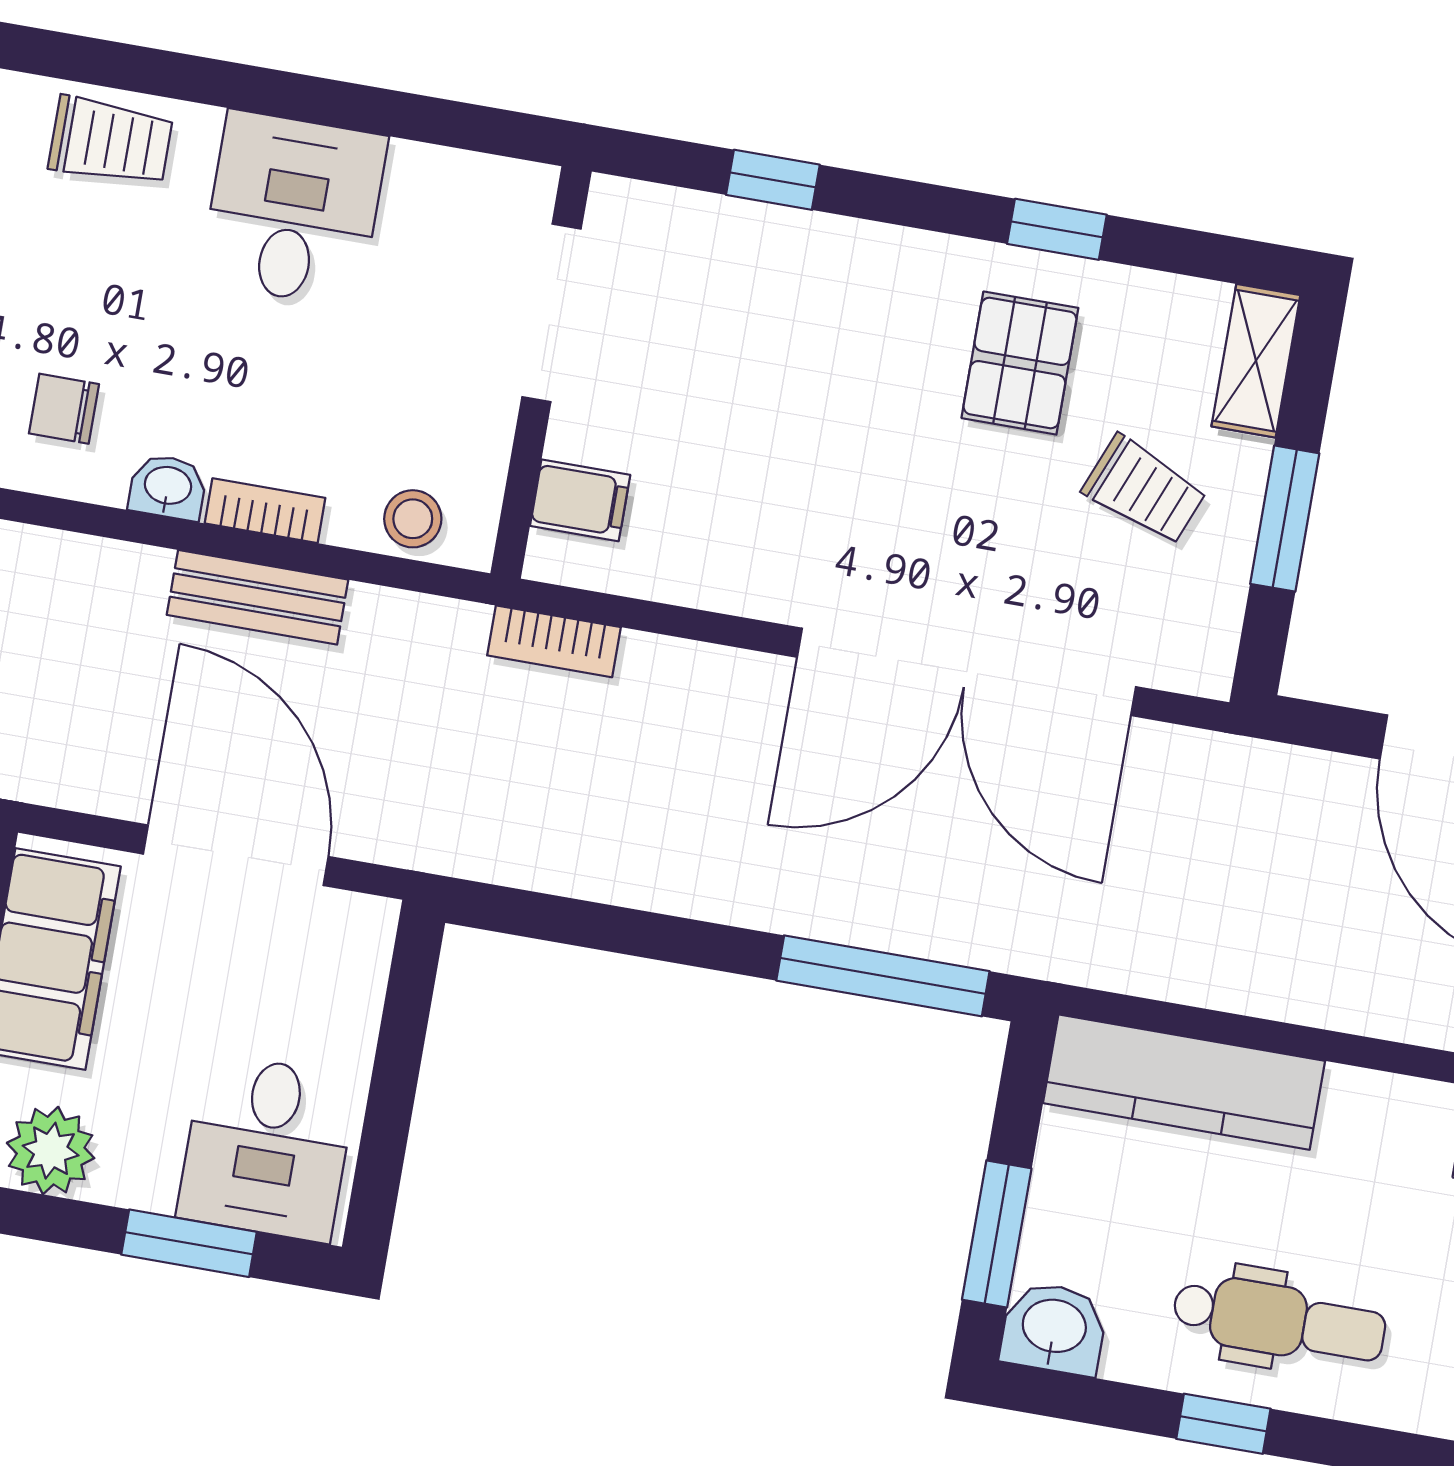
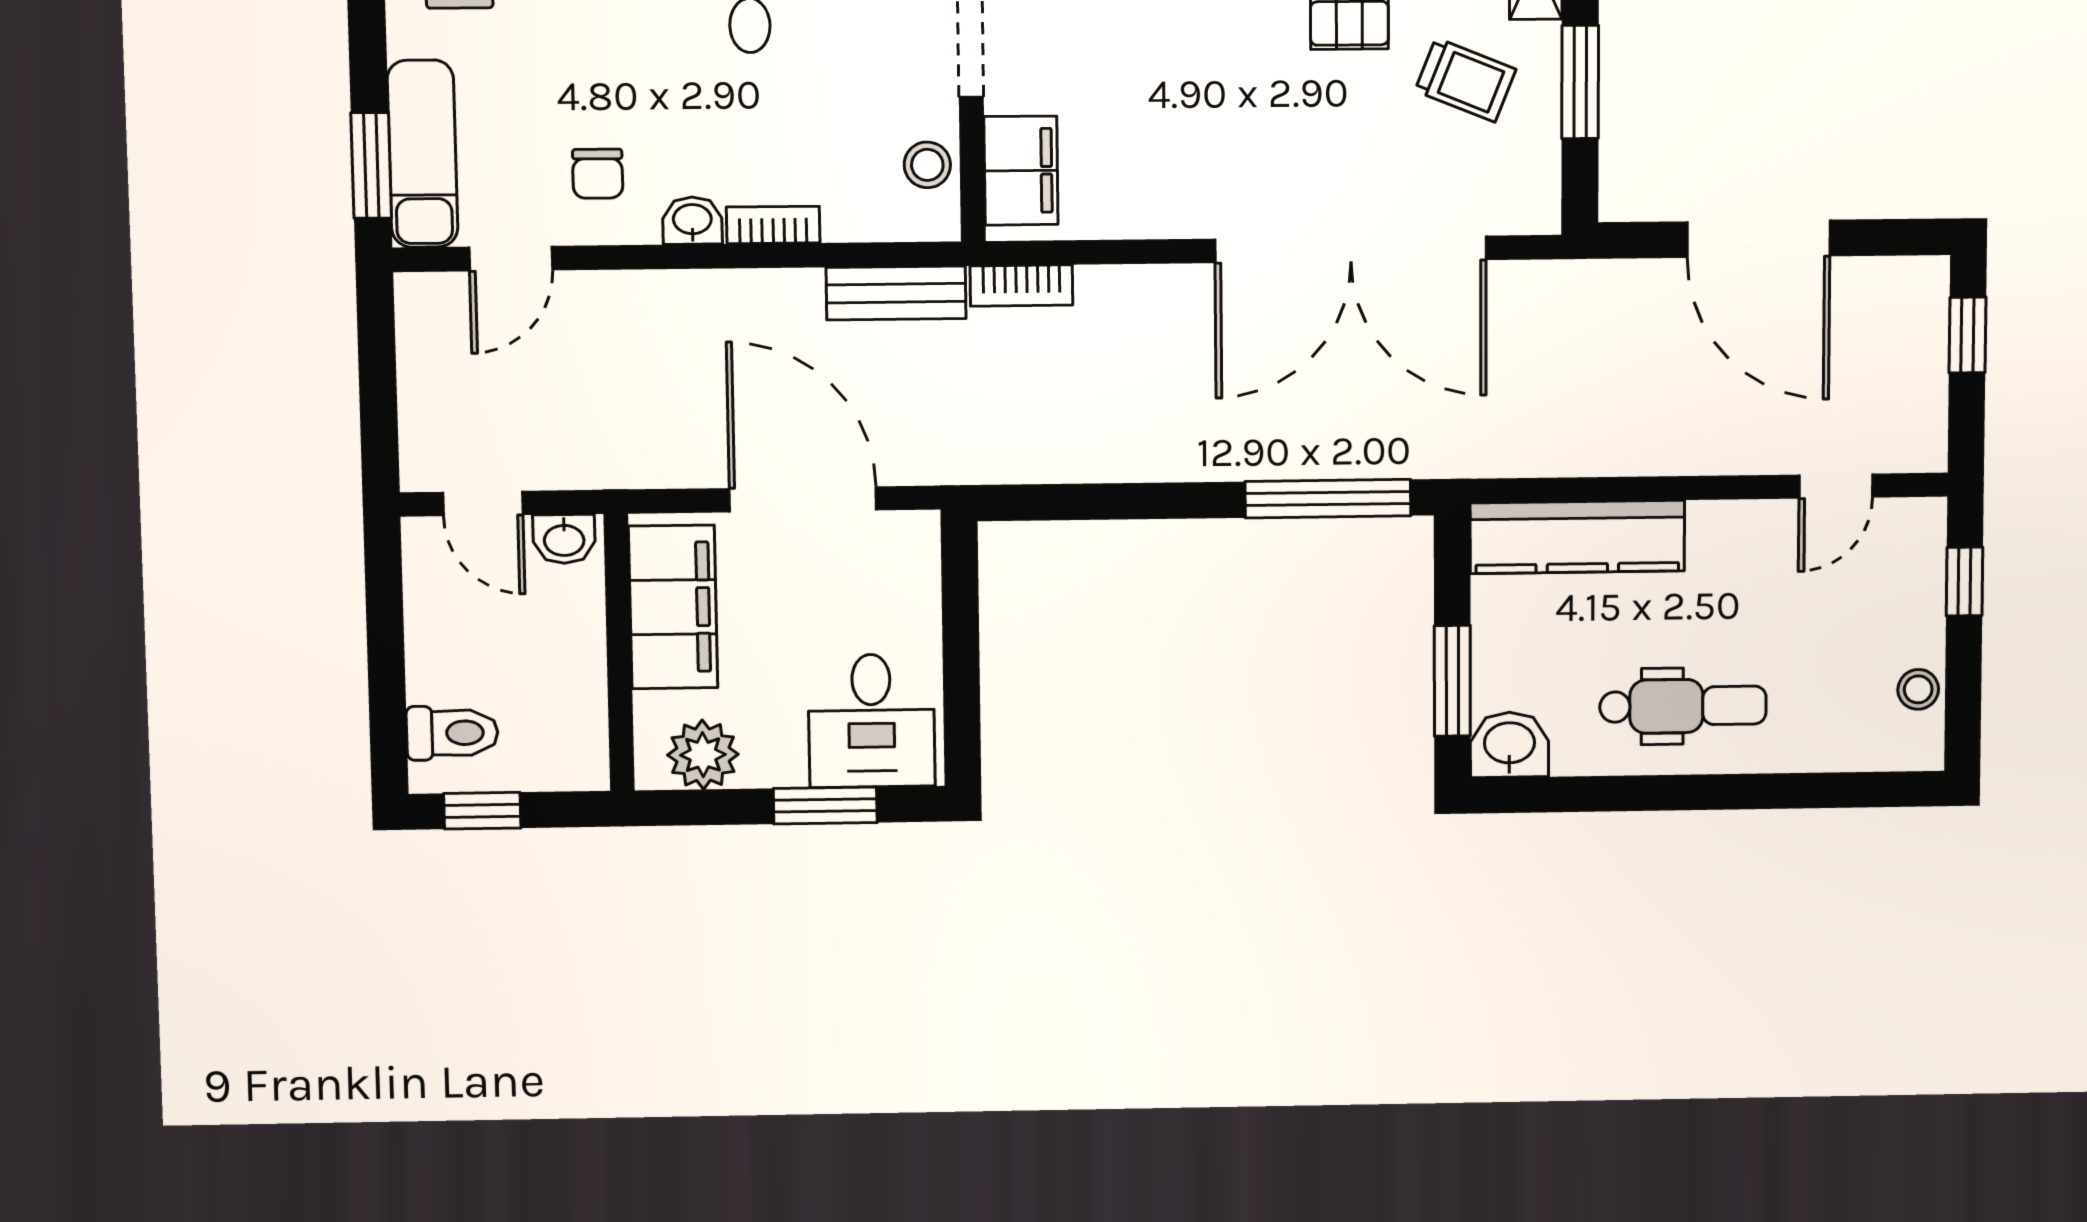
chair: (64, 409) -> (598, 174), turned -90
filing cabinet: (580, 500) -> (1021, 171), width x2.00
stool: (413, 519) -> (927, 165), moved
bench: (258, 597) -> (896, 293), moved
window: (1223, 1424) -> (1653, 793), removed

